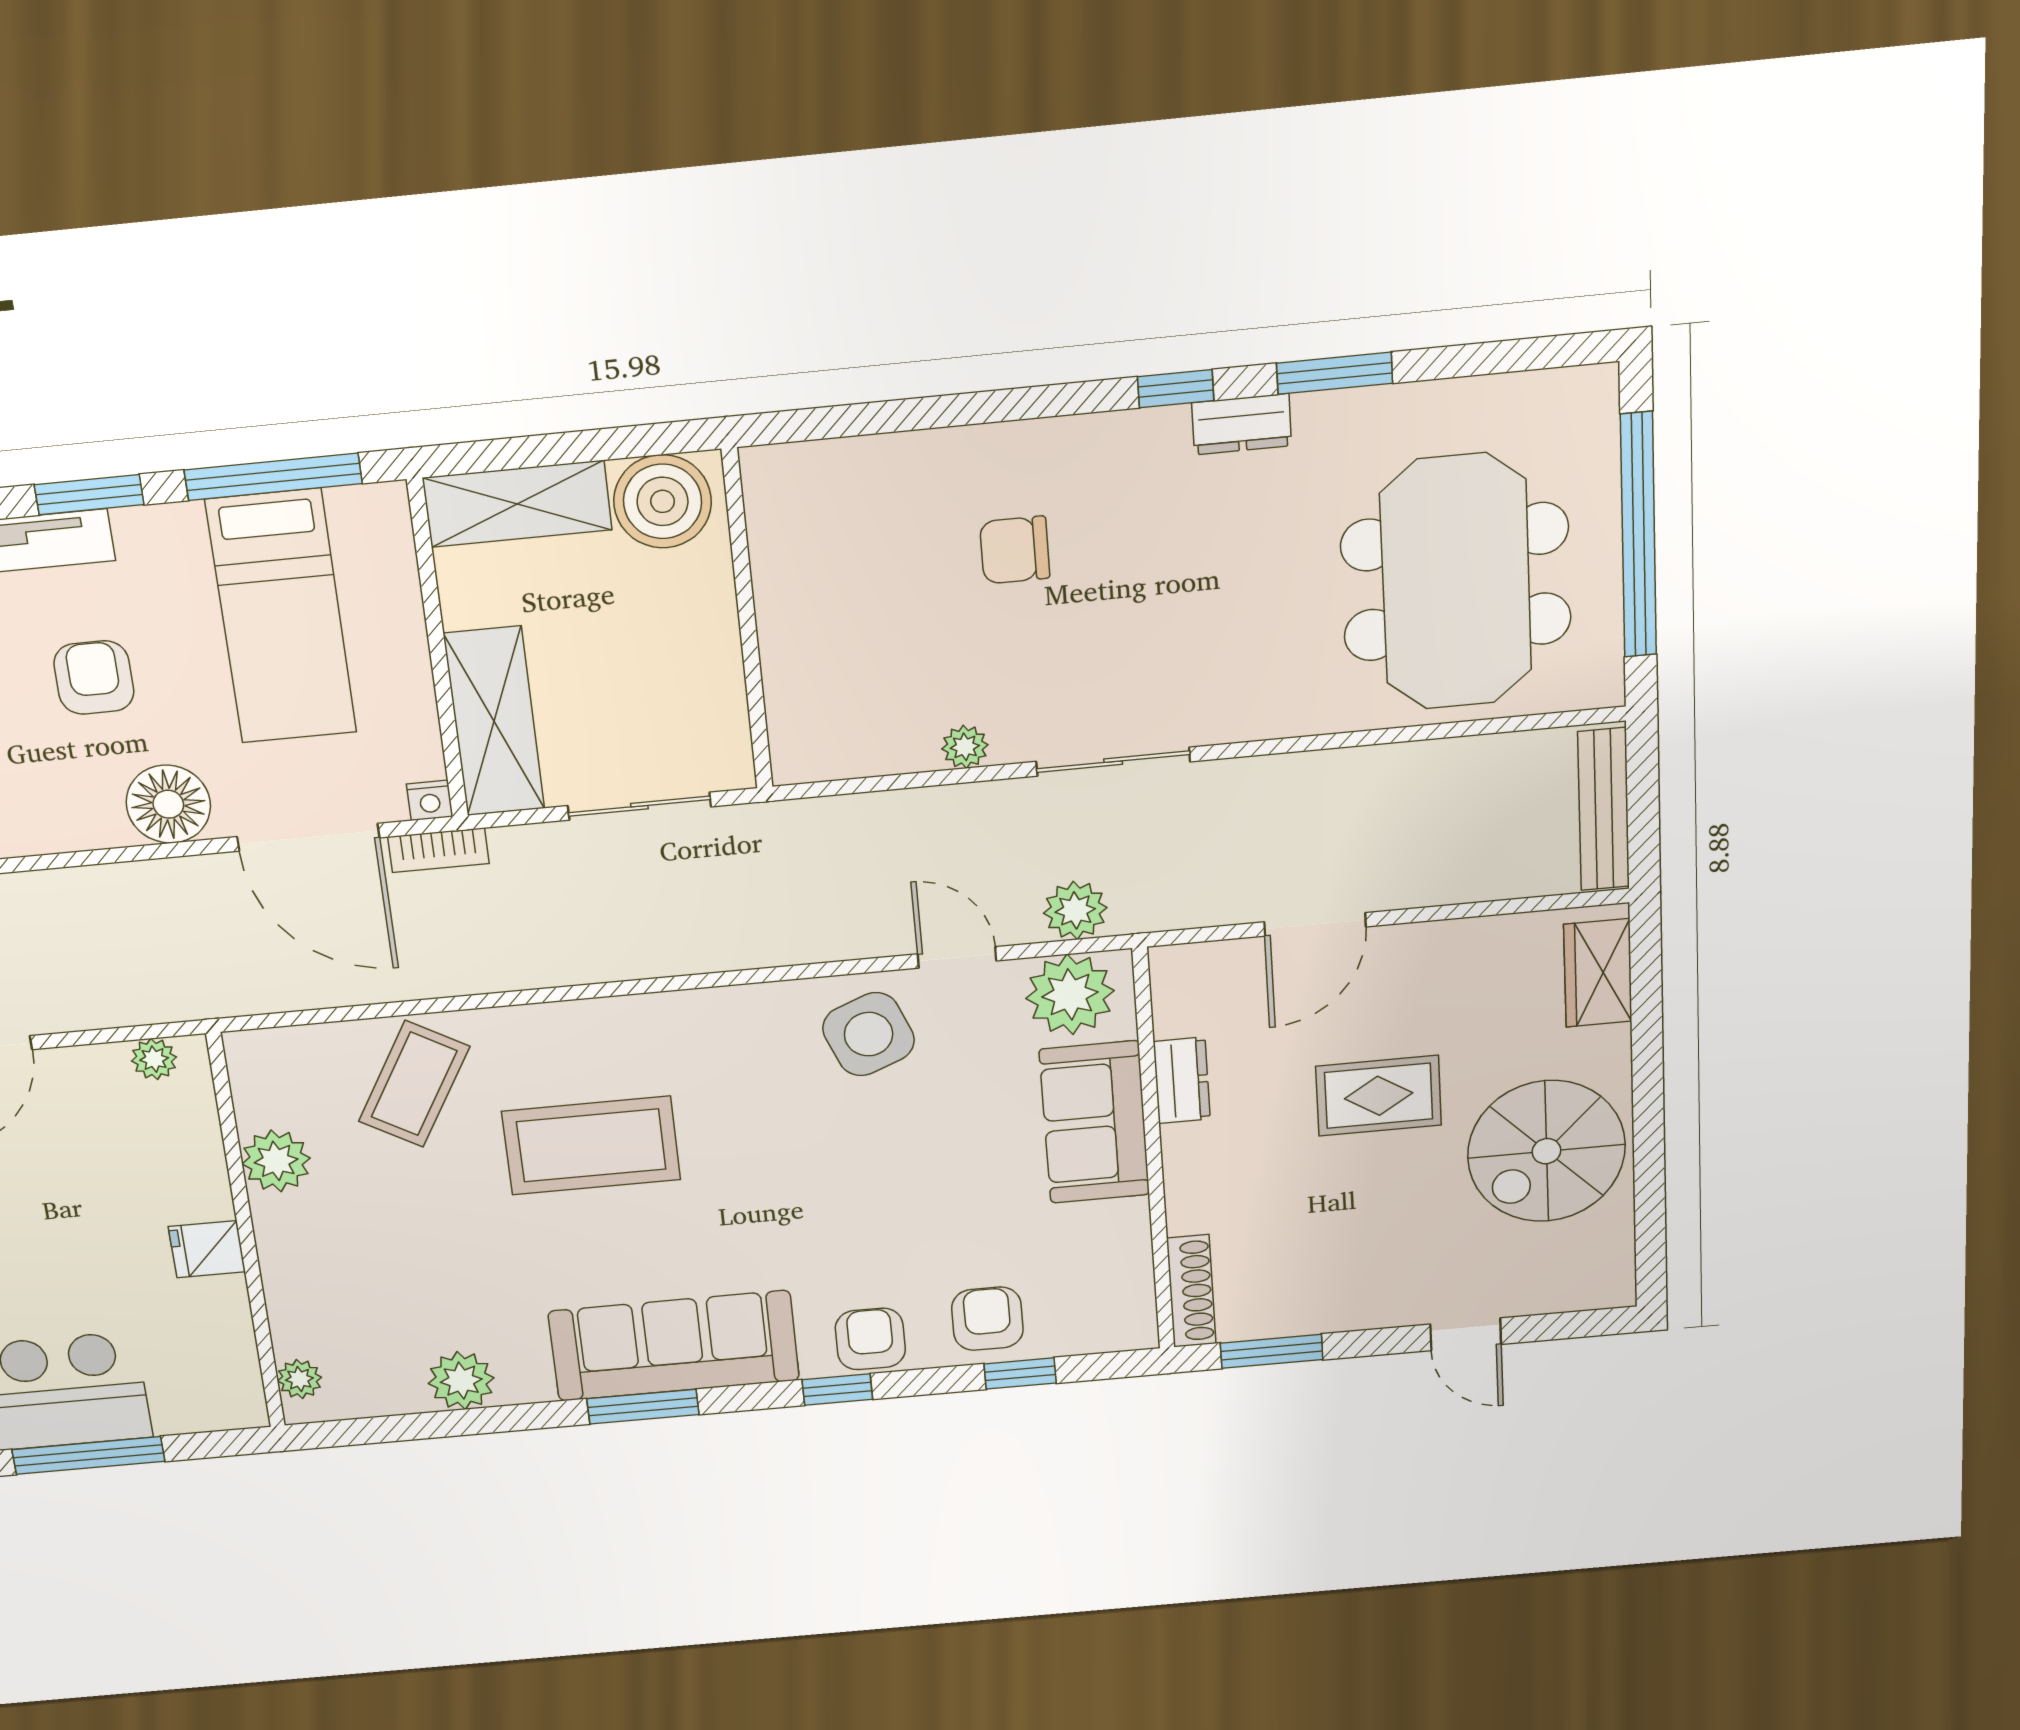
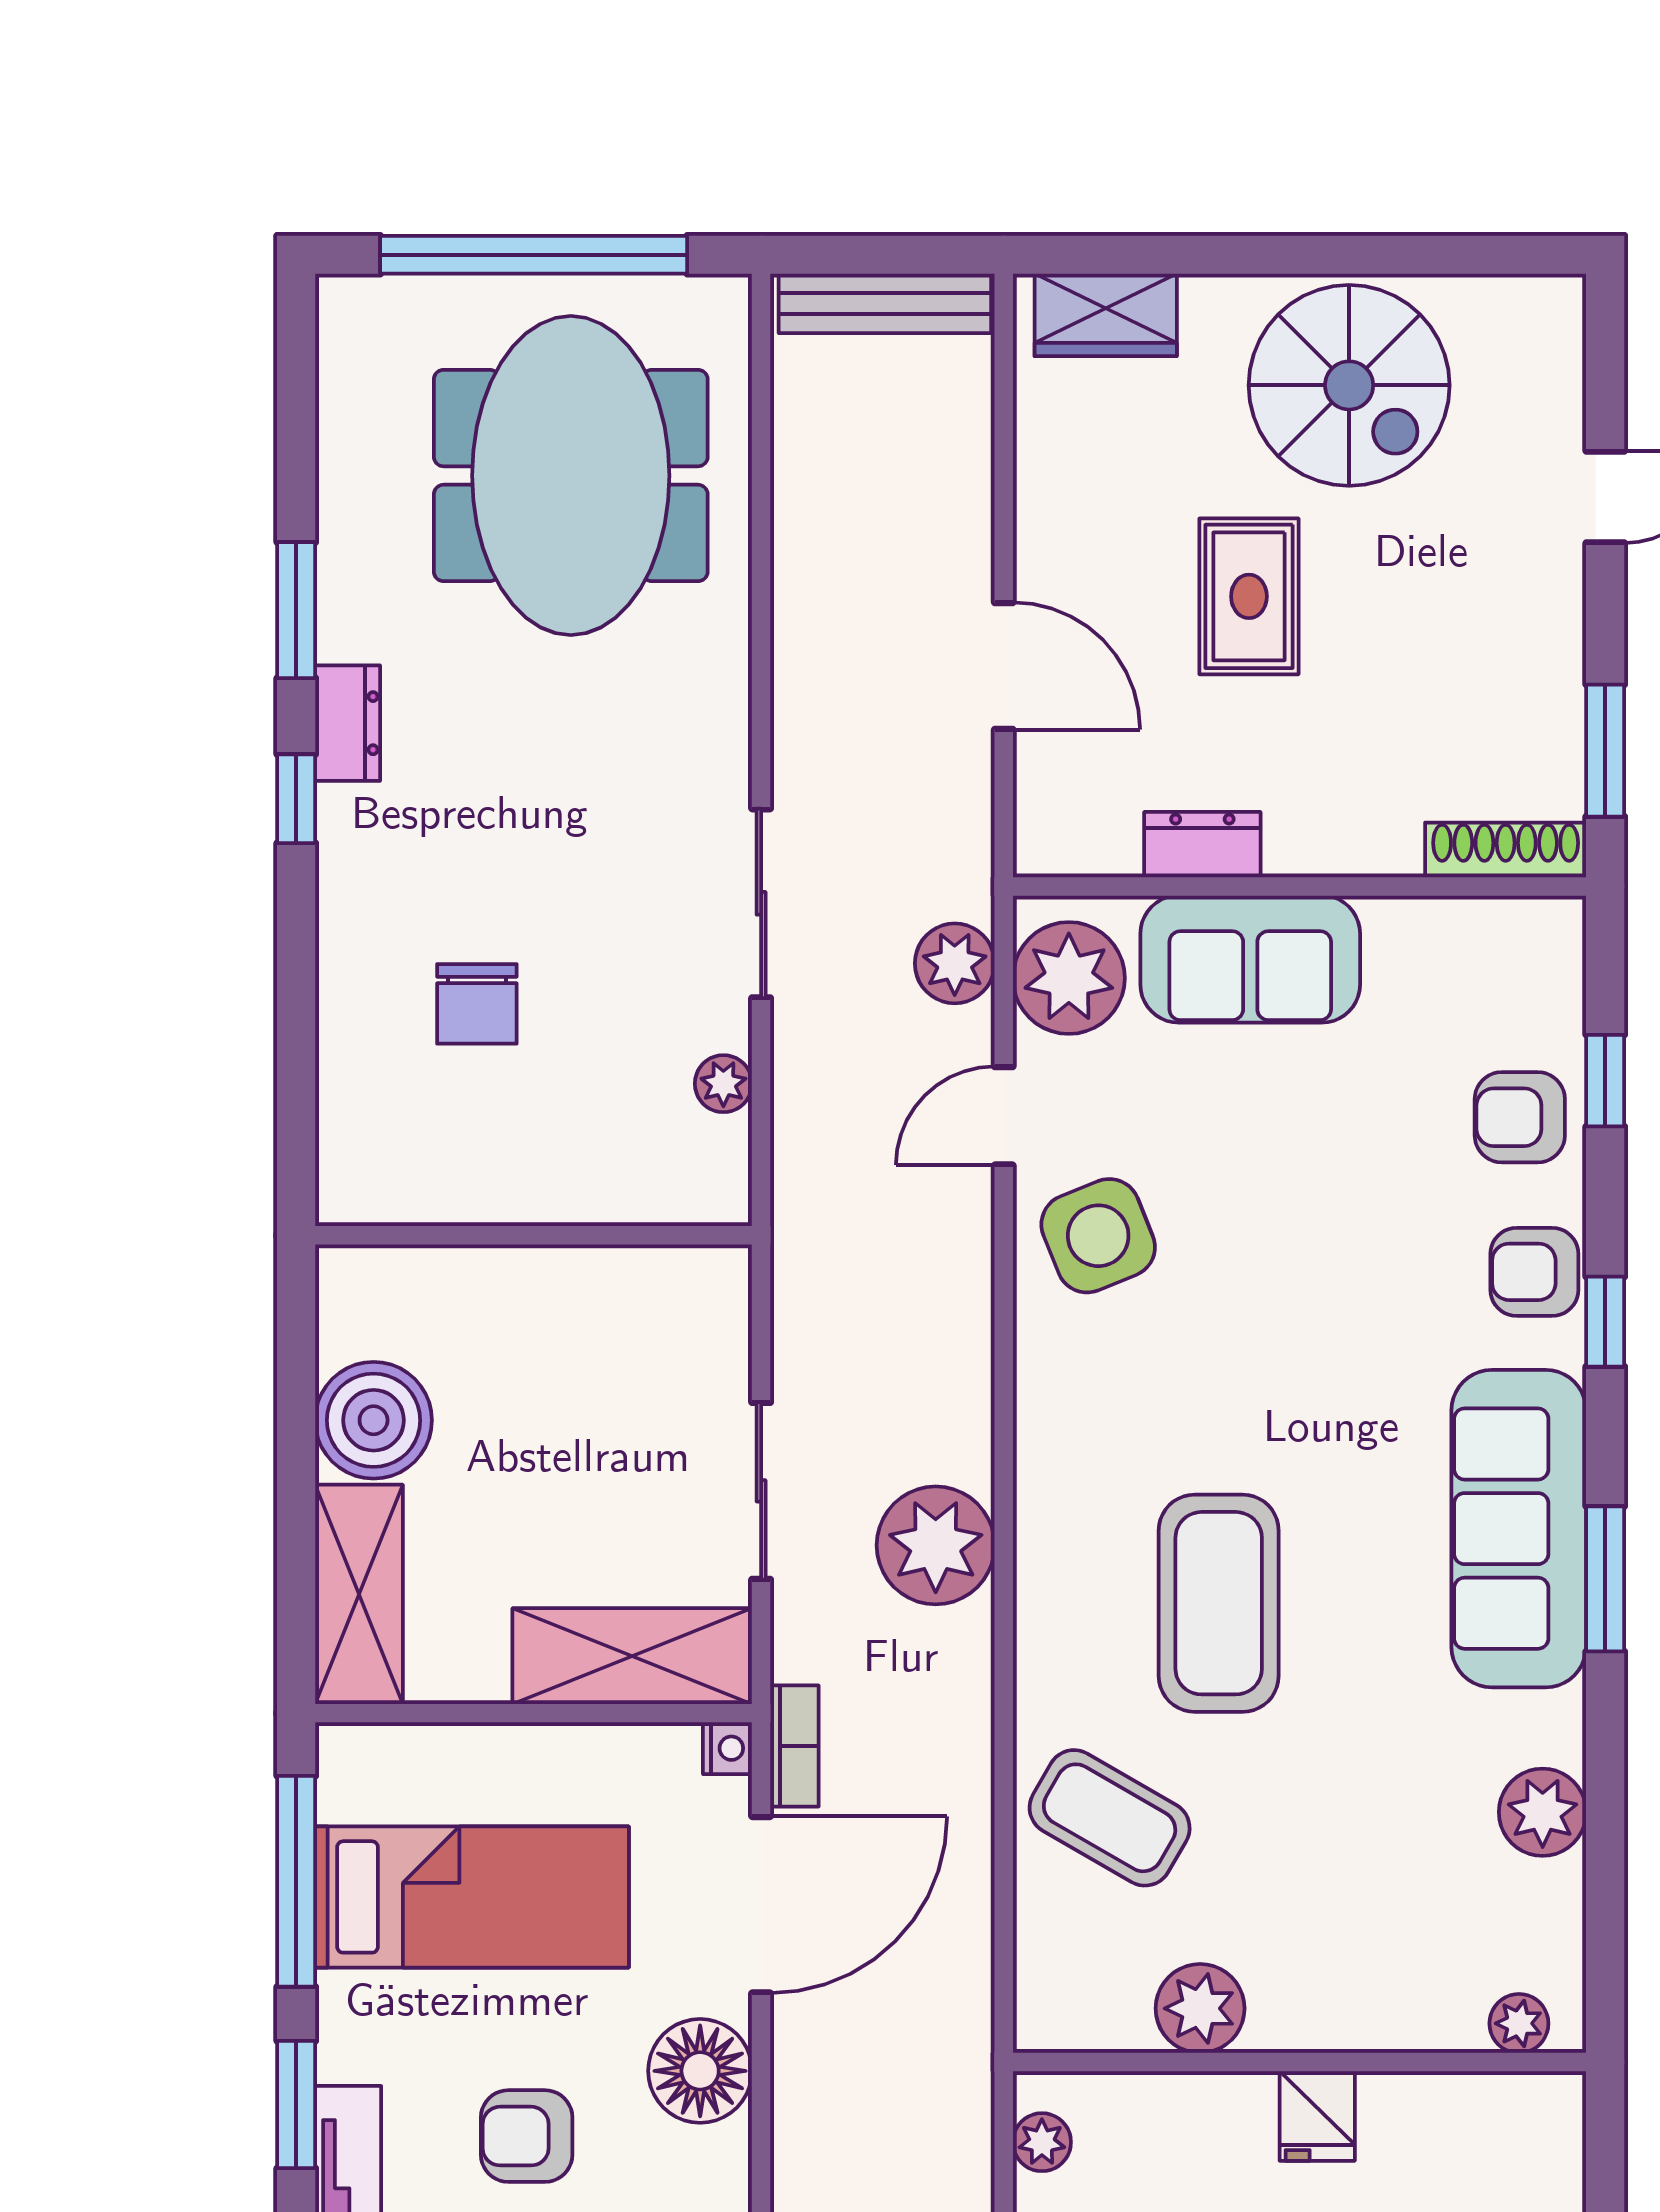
meeting table: (1456, 582) -> (571, 476), turned 90
wall: (747, 620) -> (534, 1235), moved
plant: (611, 939) -> (936, 1545), added

